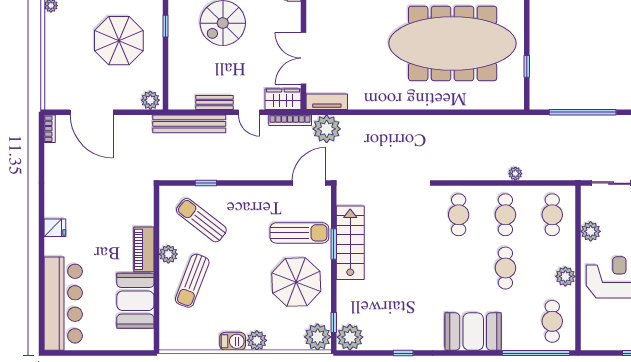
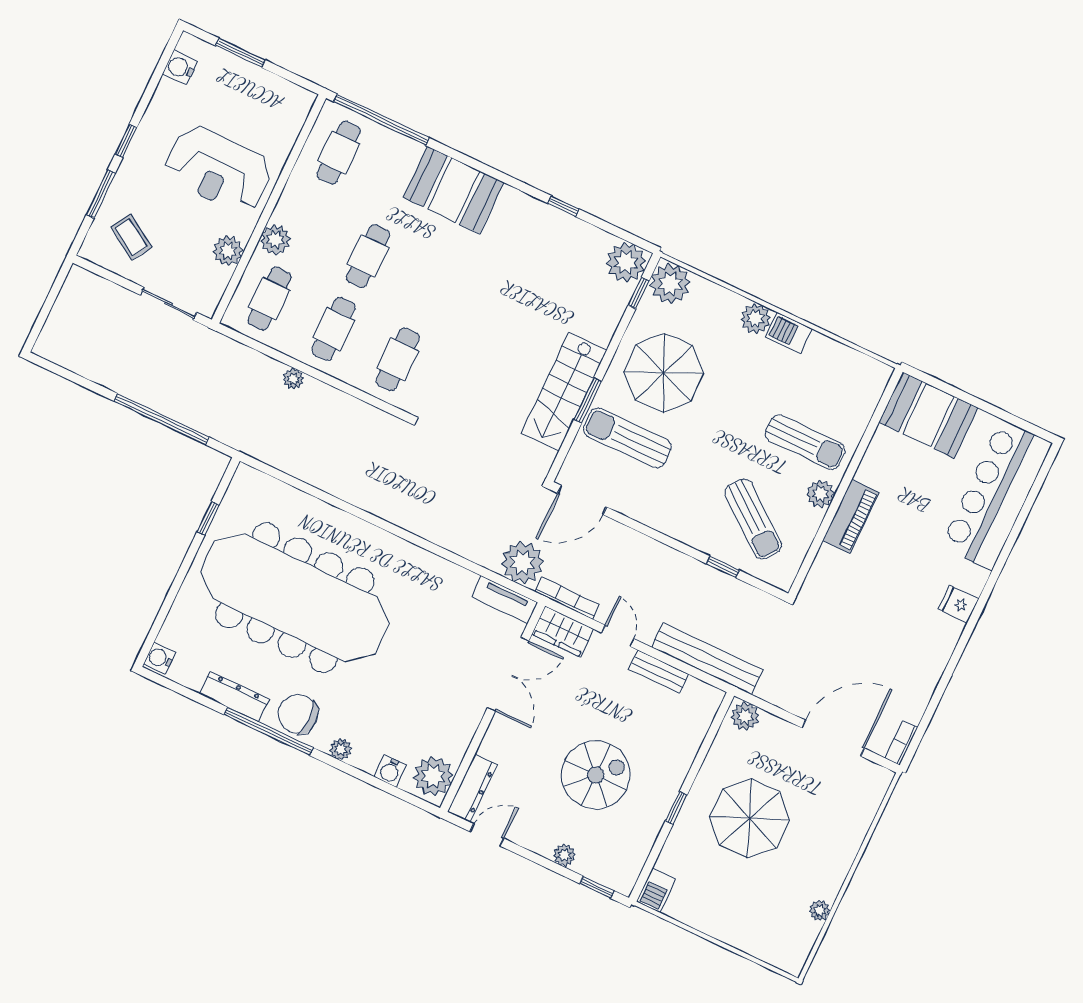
door: (92, 112) -> (833, 738), hinge flipped
plant: (565, 276) -> (275, 240), moved
sun lounger: (192, 281) -> (805, 442), turned 69
booth: (135, 301) -> (928, 415), moved, turned 90

